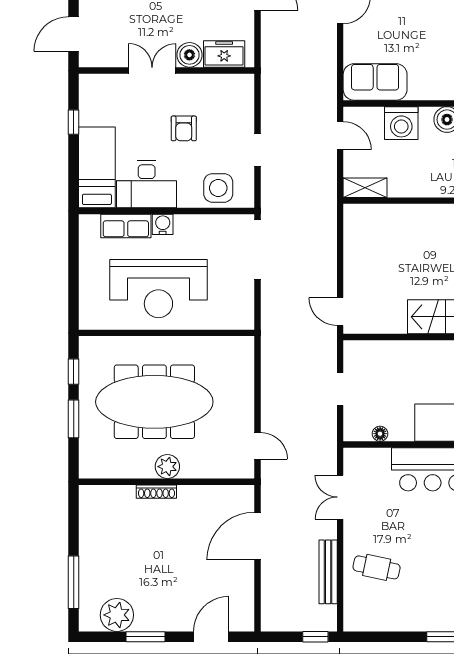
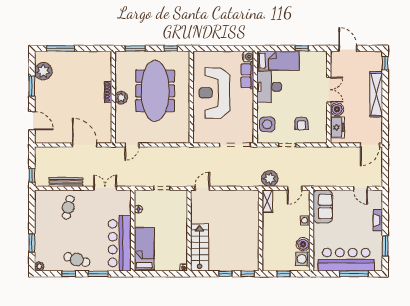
washing machine: (401, 123) -> (305, 220), width x0.53, depth x0.53
armchair: (184, 128) -> (302, 123), moved, turned -90
plant: (322, 183) -> (270, 179), added
water cooler: (163, 224) -> (248, 57), moved
window: (74, 419) -> (135, 48), moved

